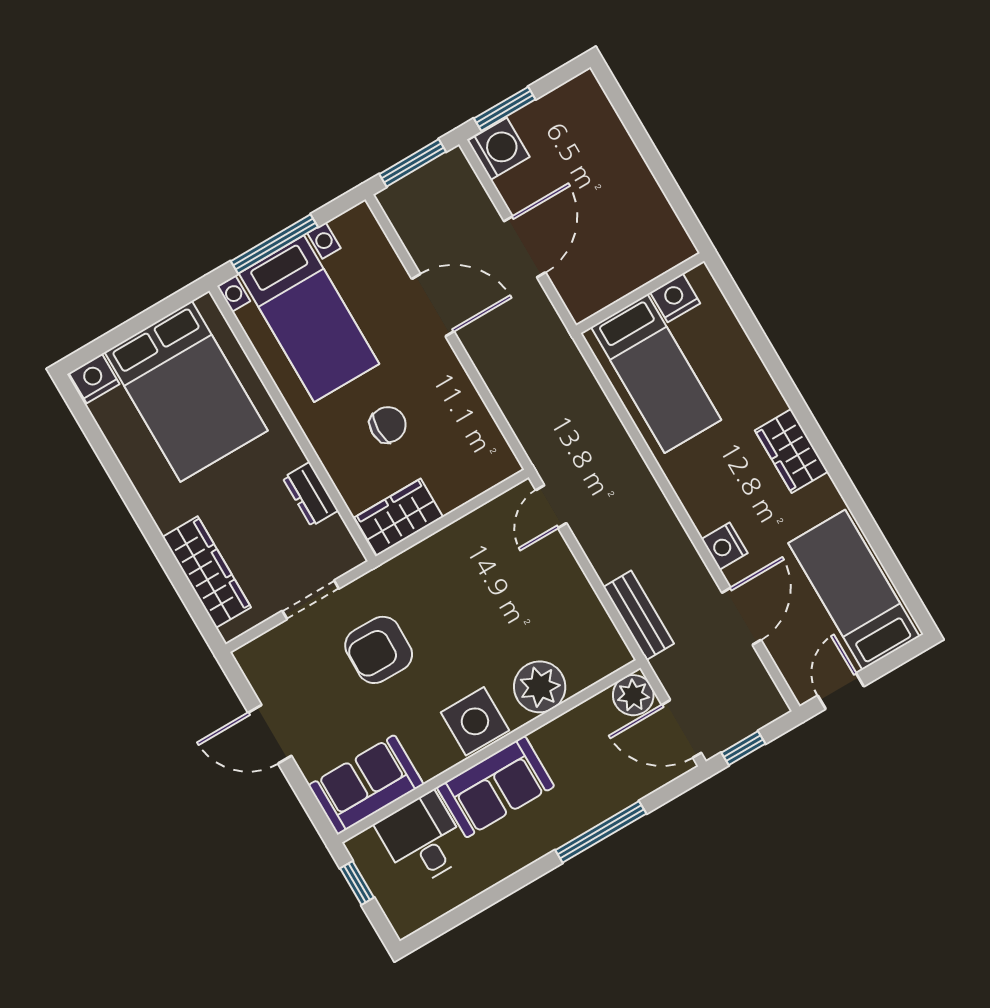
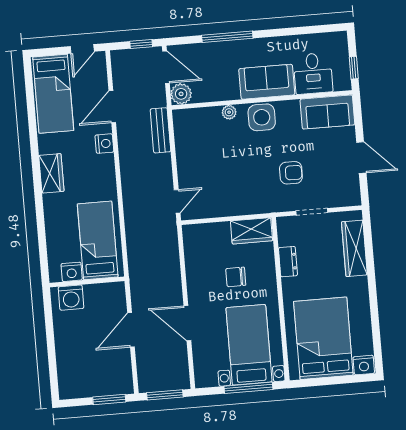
washing machine: (499, 149) -> (71, 298), moved, turned -90
armchair: (379, 650) -> (291, 173), width x0.72, depth x0.72
plant: (540, 687) -> (229, 112), width x0.53, depth x0.53

